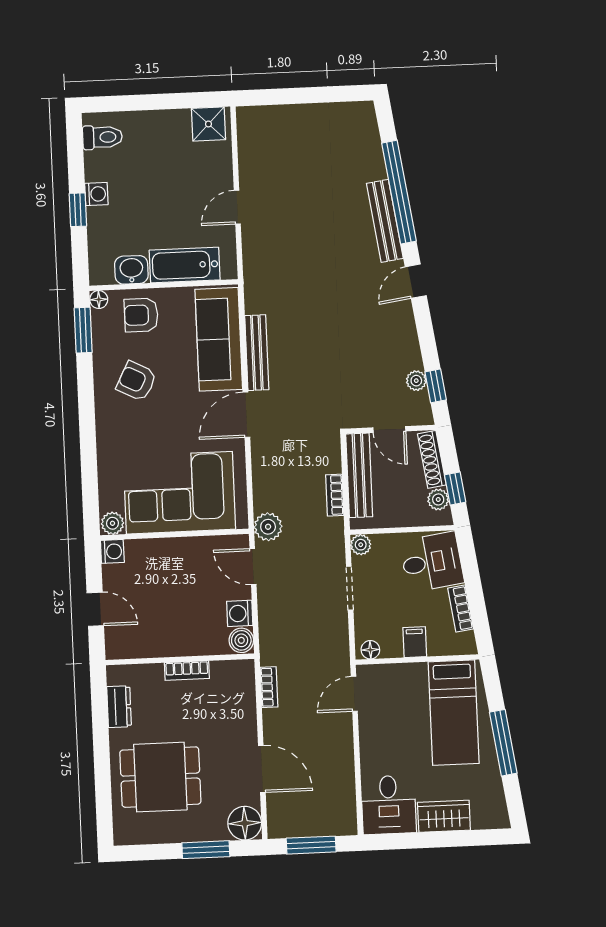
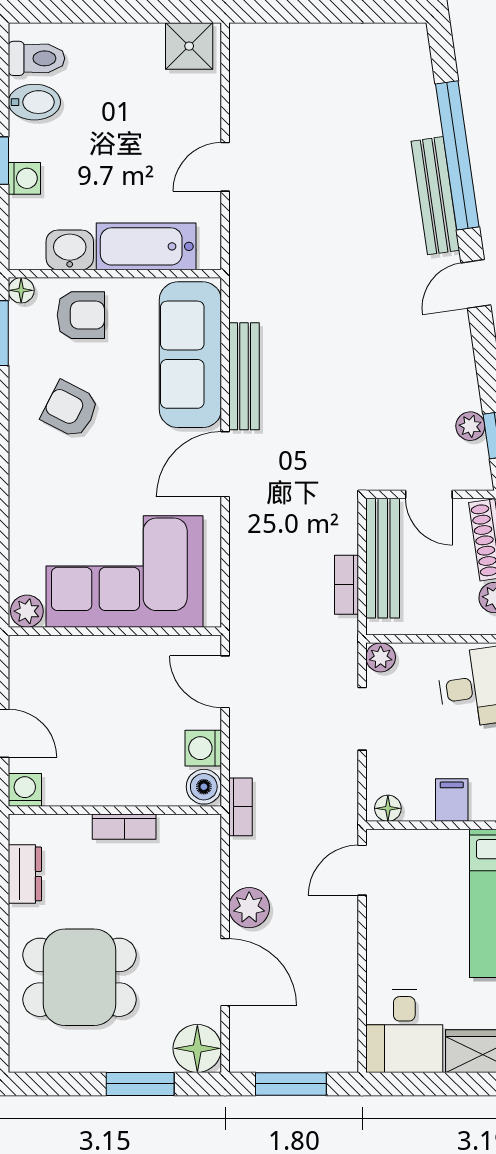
bidet: (102, 168) -> (34, 102), added
washing machine: (96, 194) -> (24, 178), moved
armchair: (141, 315) -> (81, 315), turned 180
plant: (268, 527) -> (249, 908), moved
washing machine: (112, 551) -> (25, 790), moved, turned -90
bookcase: (269, 687) -> (241, 807), moved

